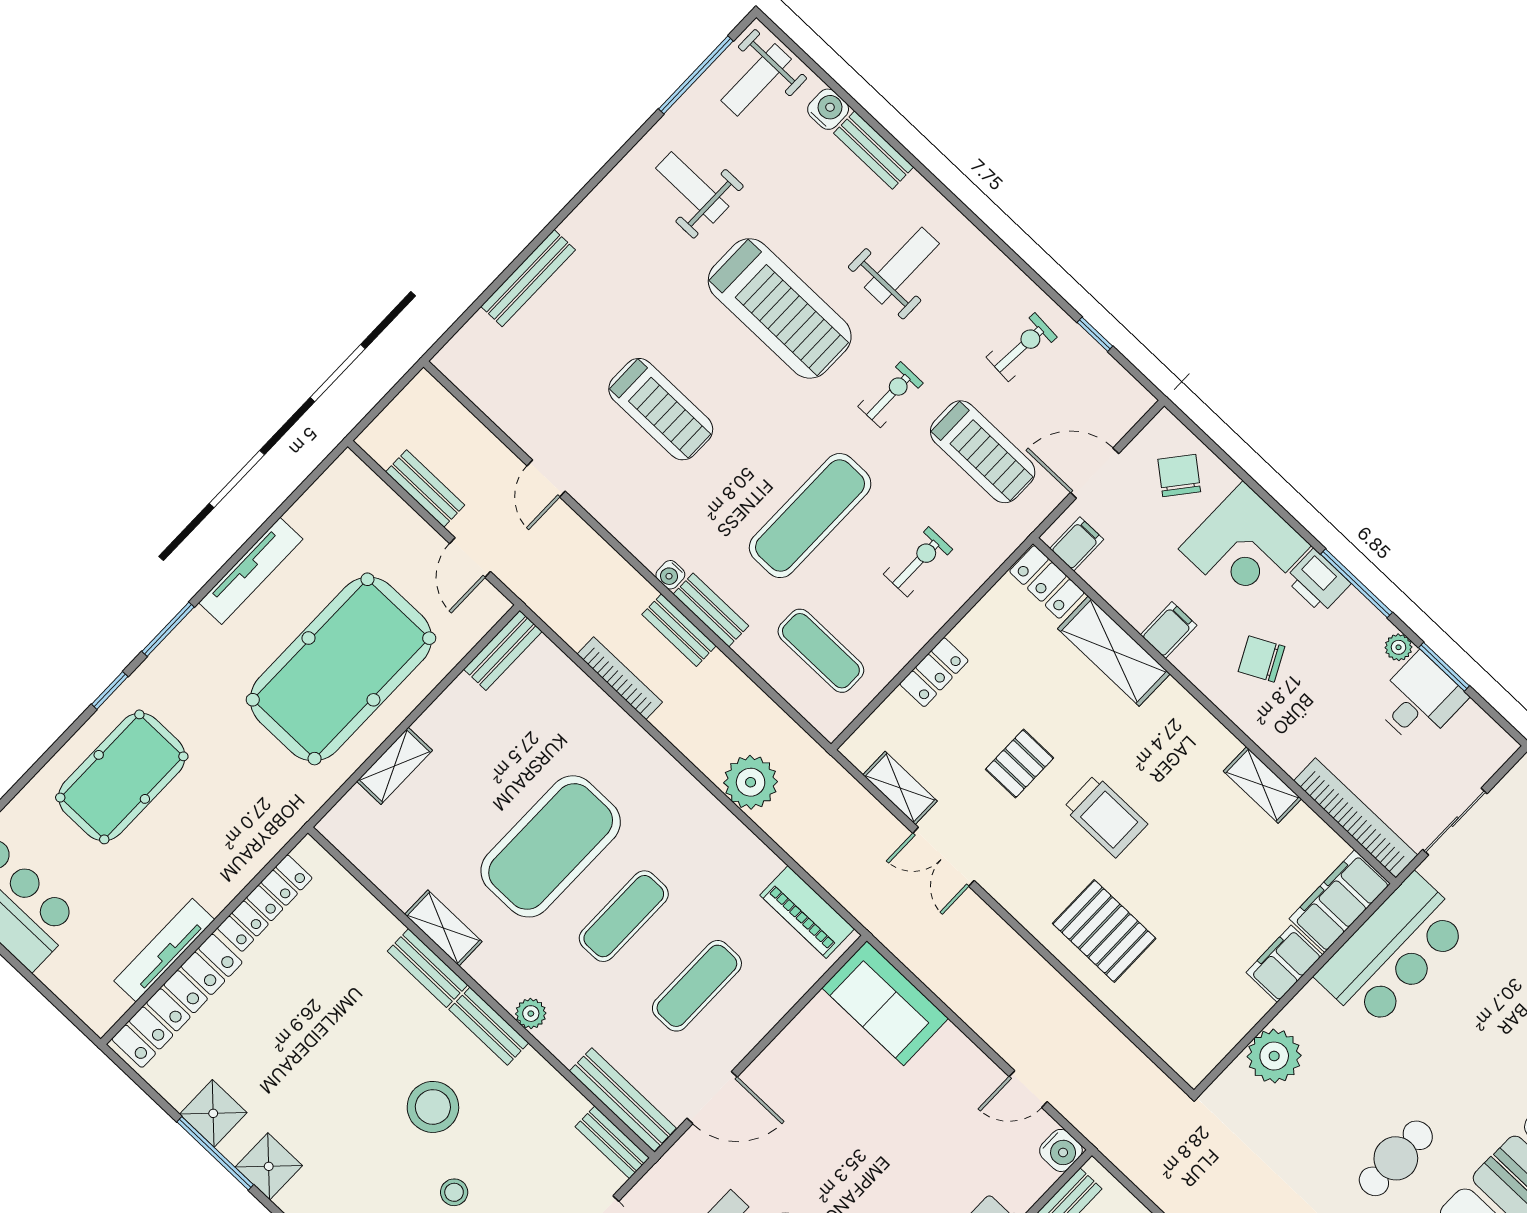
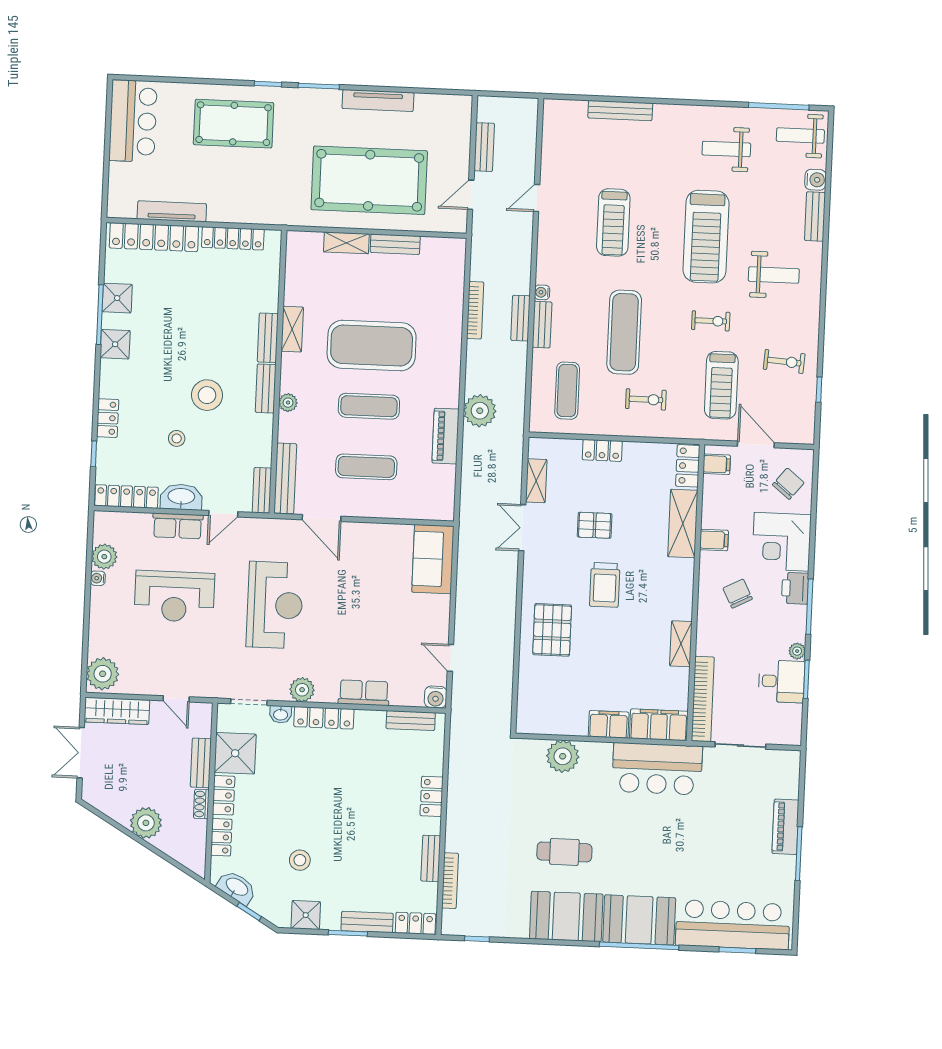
weight bench: (692, 187) -> (726, 149), turned -90
exercise mat: (810, 516) -> (624, 332), turned 90
bench: (503, 650) -> (395, 244), moved
piano: (807, 912) -> (446, 436), moved

